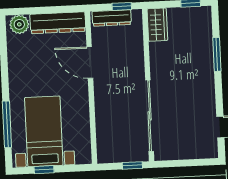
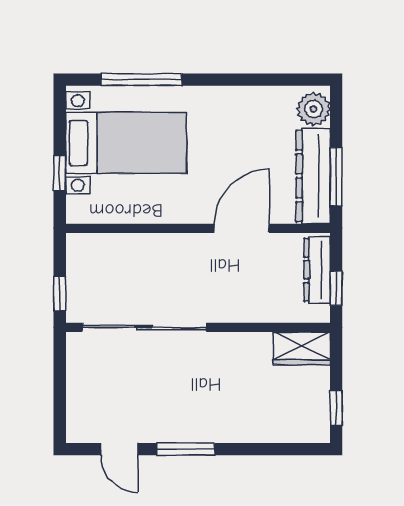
window: (58, 9) -> (336, 177), added
window: (217, 54) -> (186, 449), moved
window: (44, 170) -> (60, 173), moved

